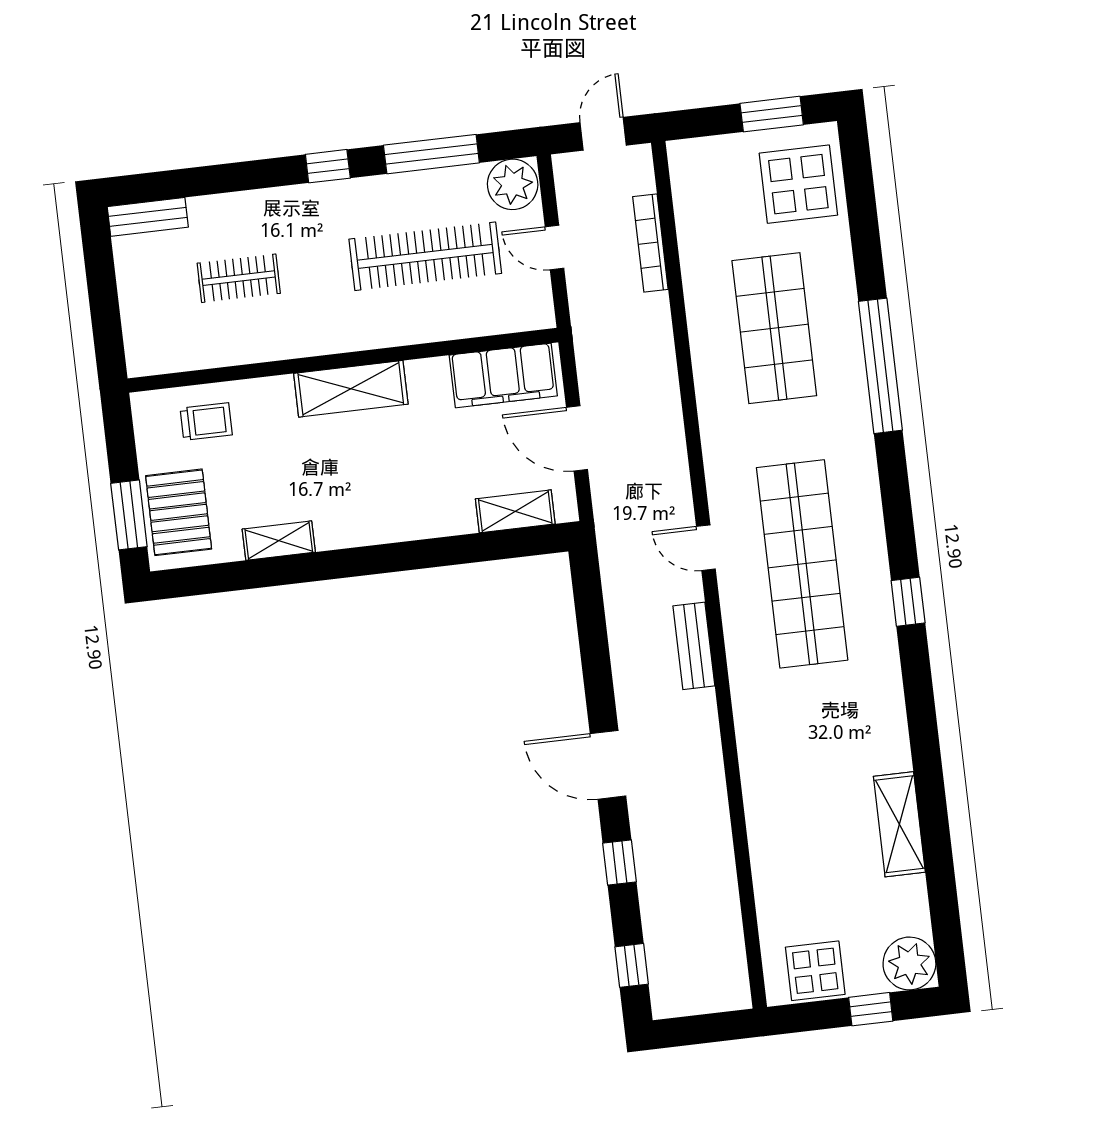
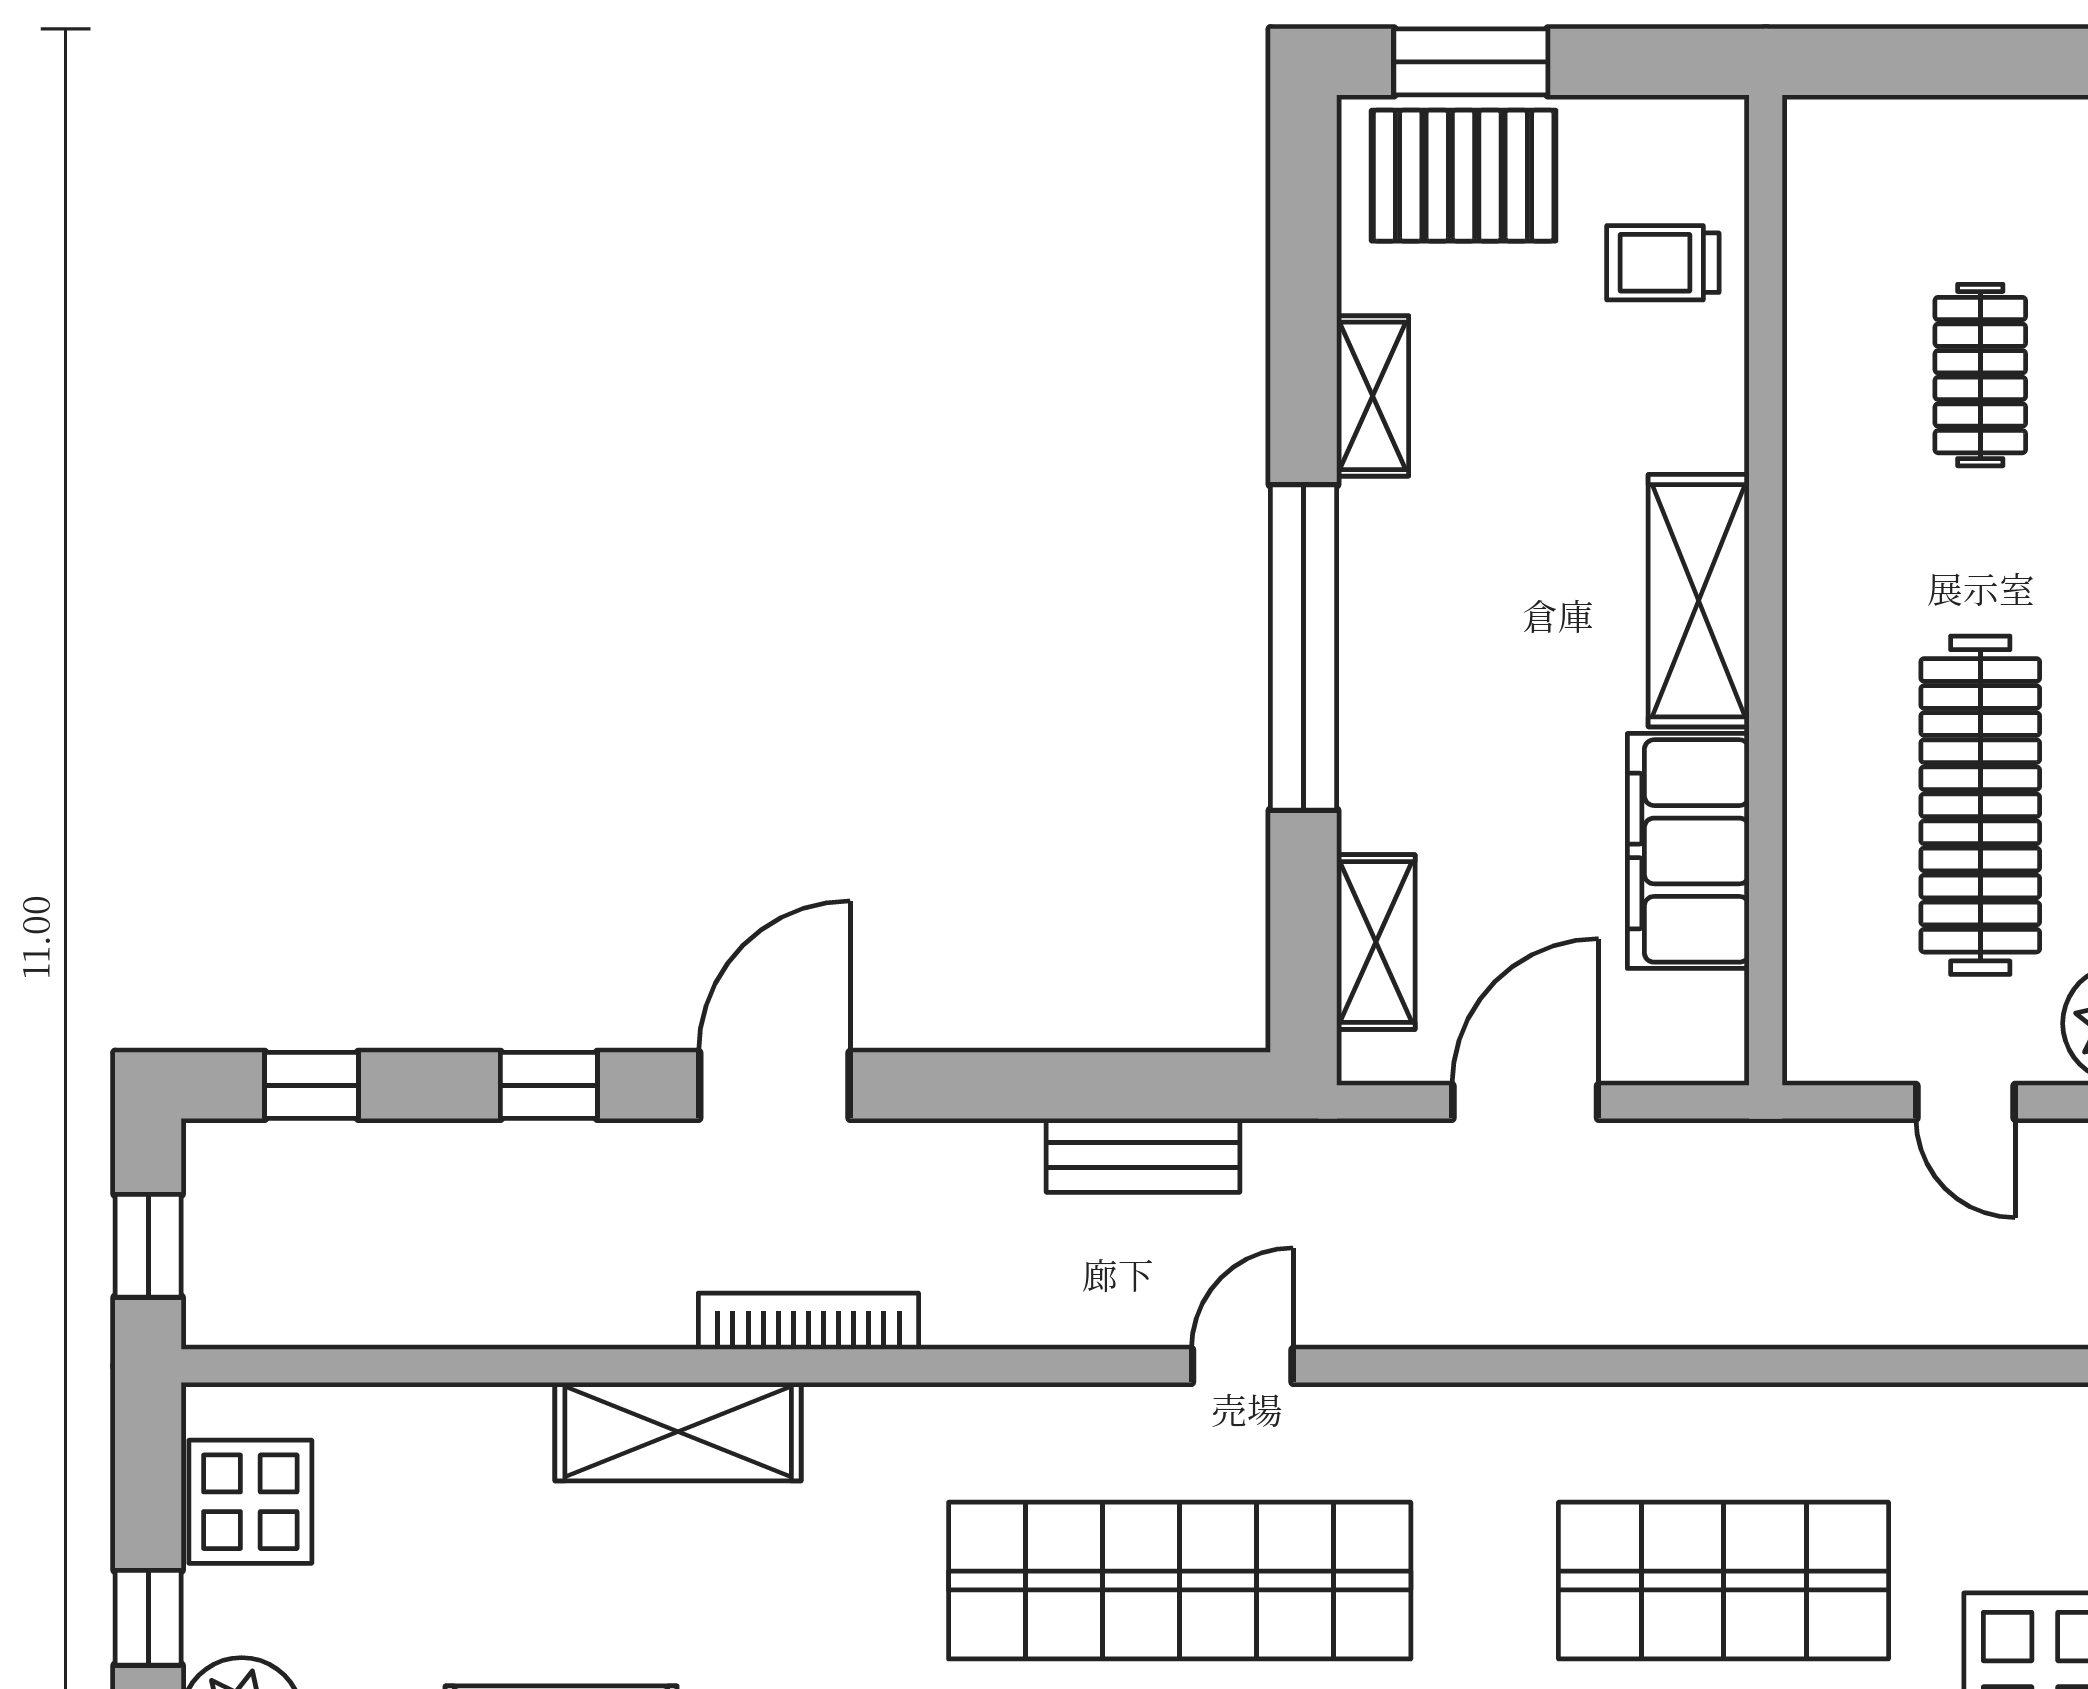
bookcase: (650, 243) -> (808, 1321), moved
door: (555, 248) -> (1966, 1102), swing flipped
filing cabinet: (503, 375) -> (1688, 851), moved
trolley: (206, 422) -> (1663, 263), turned 90
window: (391, 558) -> (1303, 647), added
bench: (694, 646) -> (1143, 1155), moved
shelving: (763, 789) -> (678, 1432), added
window: (709, 1028) -> (148, 1246), added

